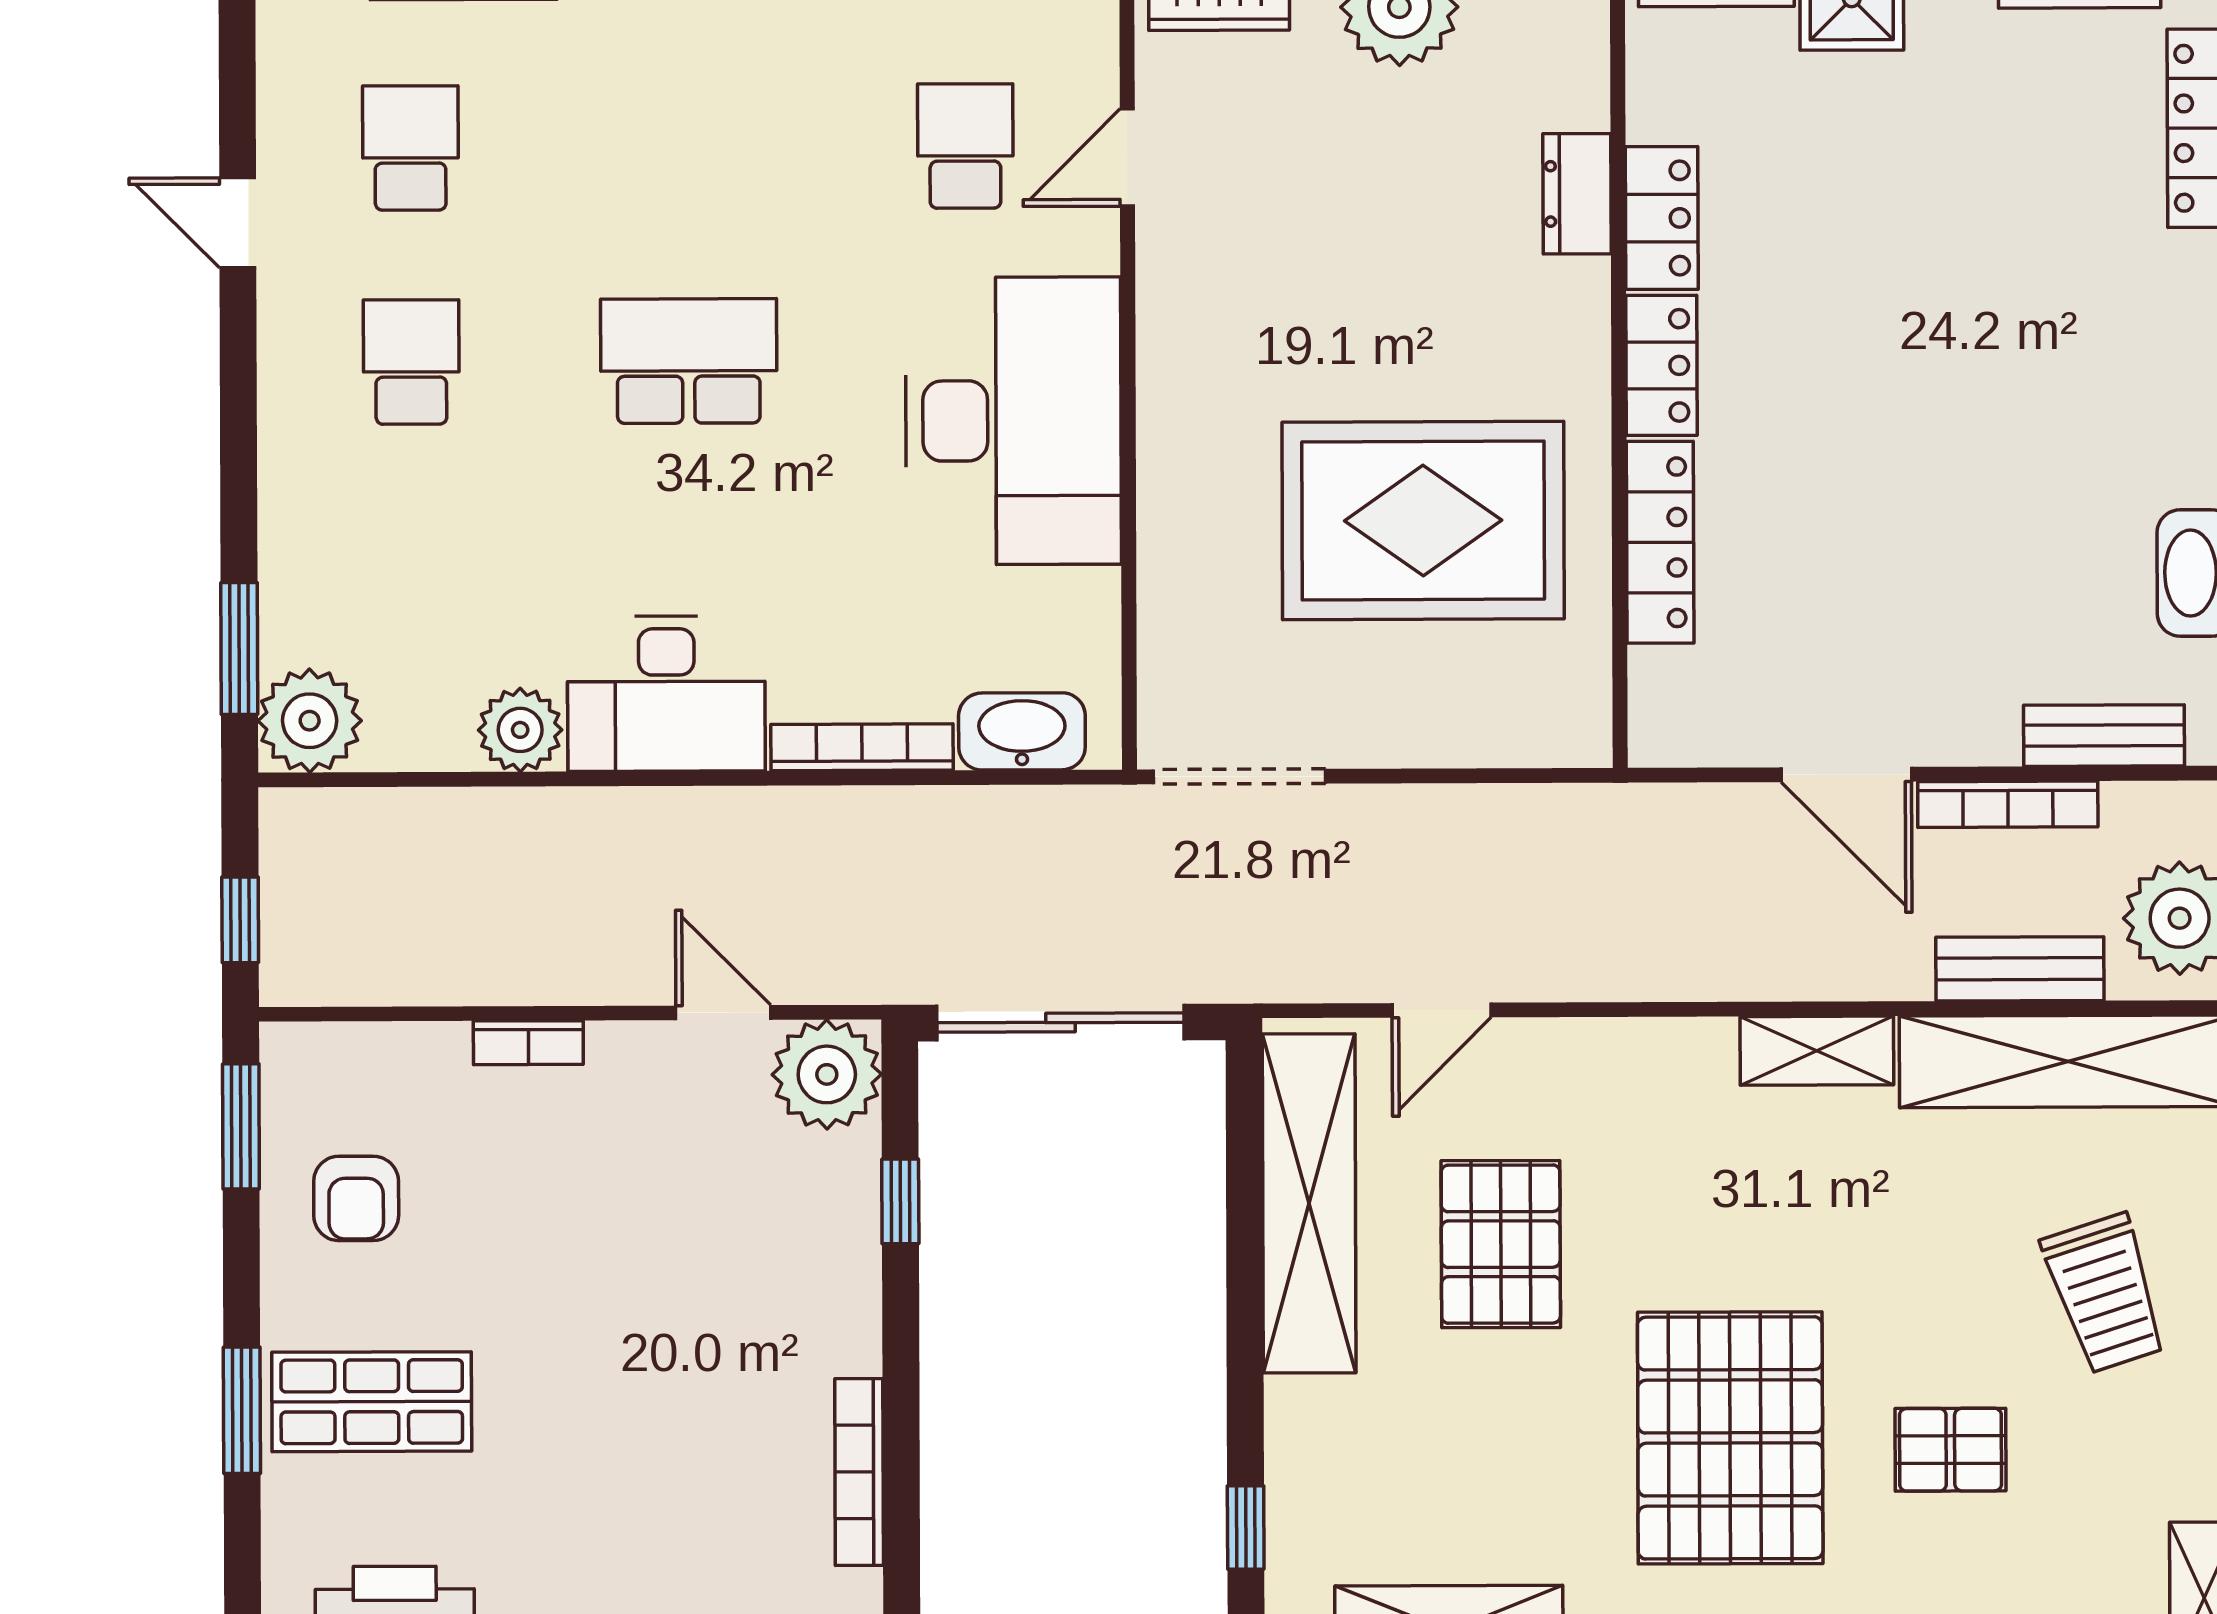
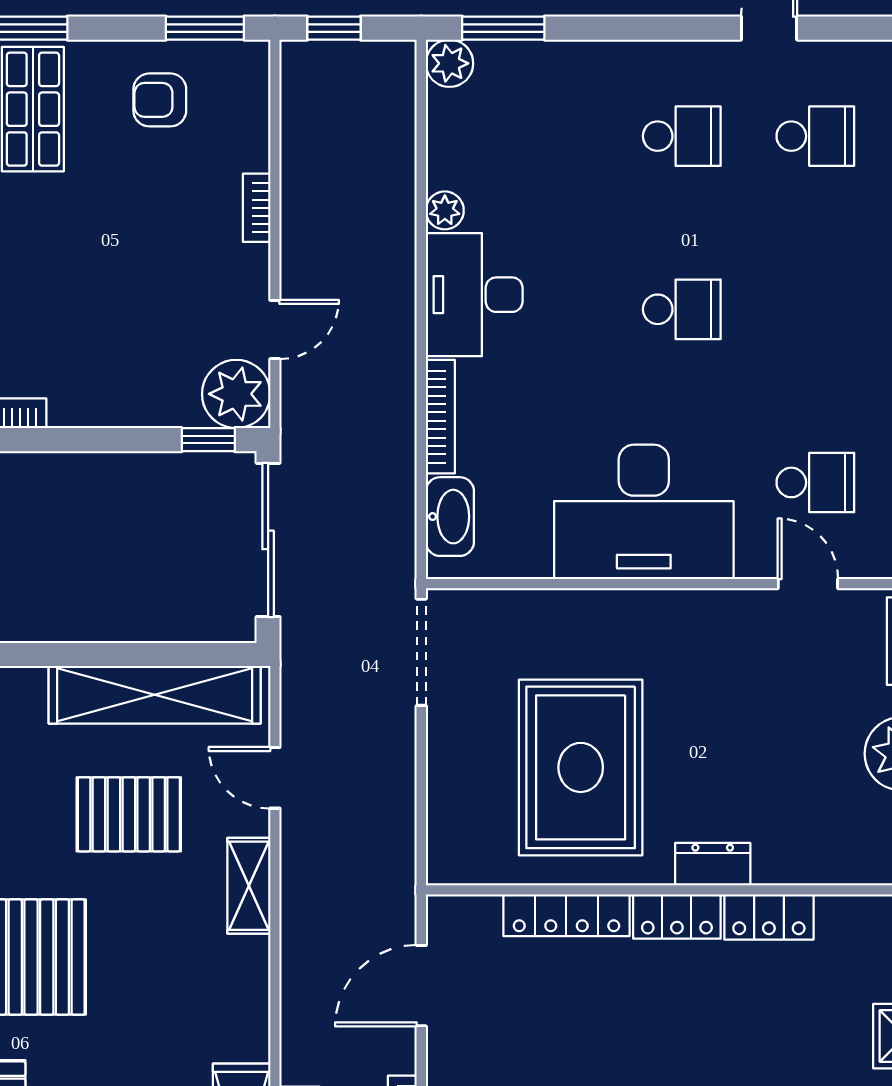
dresser: (1577, 194) -> (713, 864), moved
school desk: (689, 361) -> (682, 309), width x0.54
plant: (310, 721) -> (449, 63), width x0.73, depth x0.73
plant: (520, 730) -> (445, 210), width x0.73, depth x0.73
door: (1846, 774) -> (421, 986), moved
shelving: (1817, 1051) -> (249, 886), moved
window: (900, 1201) -> (208, 440), moved

